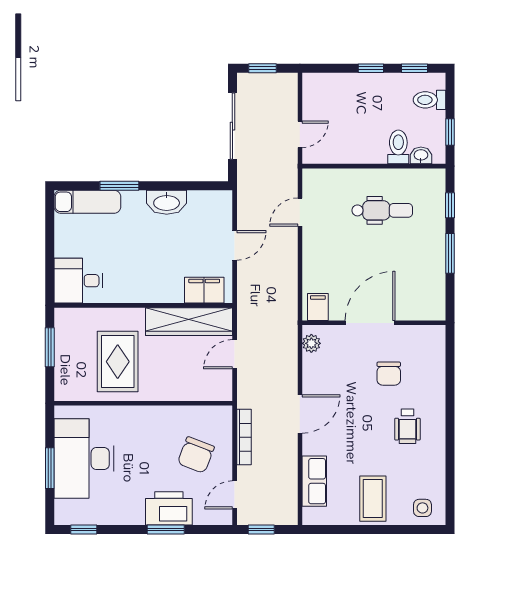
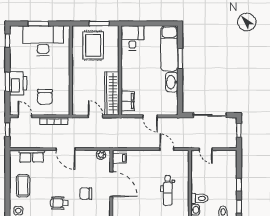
exam couch: (87, 202) -> (169, 48), width x1.36, depth x1.45
rug: (118, 362) -> (93, 46), moved, turned 90
chair: (196, 455) -> (45, 97), turned -111
coffee table: (373, 499) -> (23, 186), turned 90

